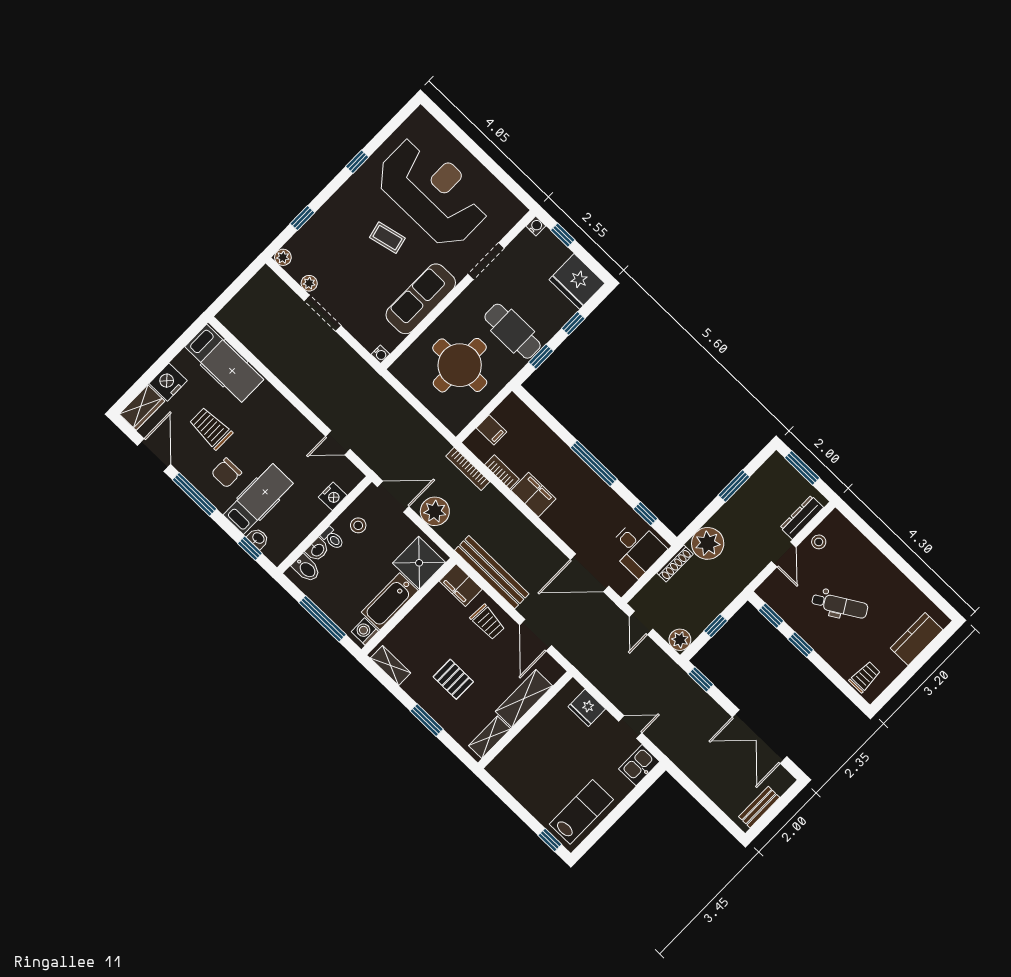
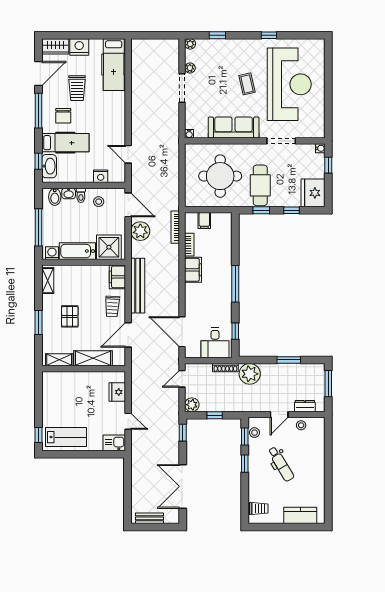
trolley: (211, 428) -> (77, 88), turned 180
chair: (226, 473) -> (63, 116), turned -90
dresser: (802, 517) -> (305, 406), width x0.70
washbasin: (258, 538) -> (49, 166), width x1.91, depth x1.45
stool: (777, 601) -> (255, 433), added

